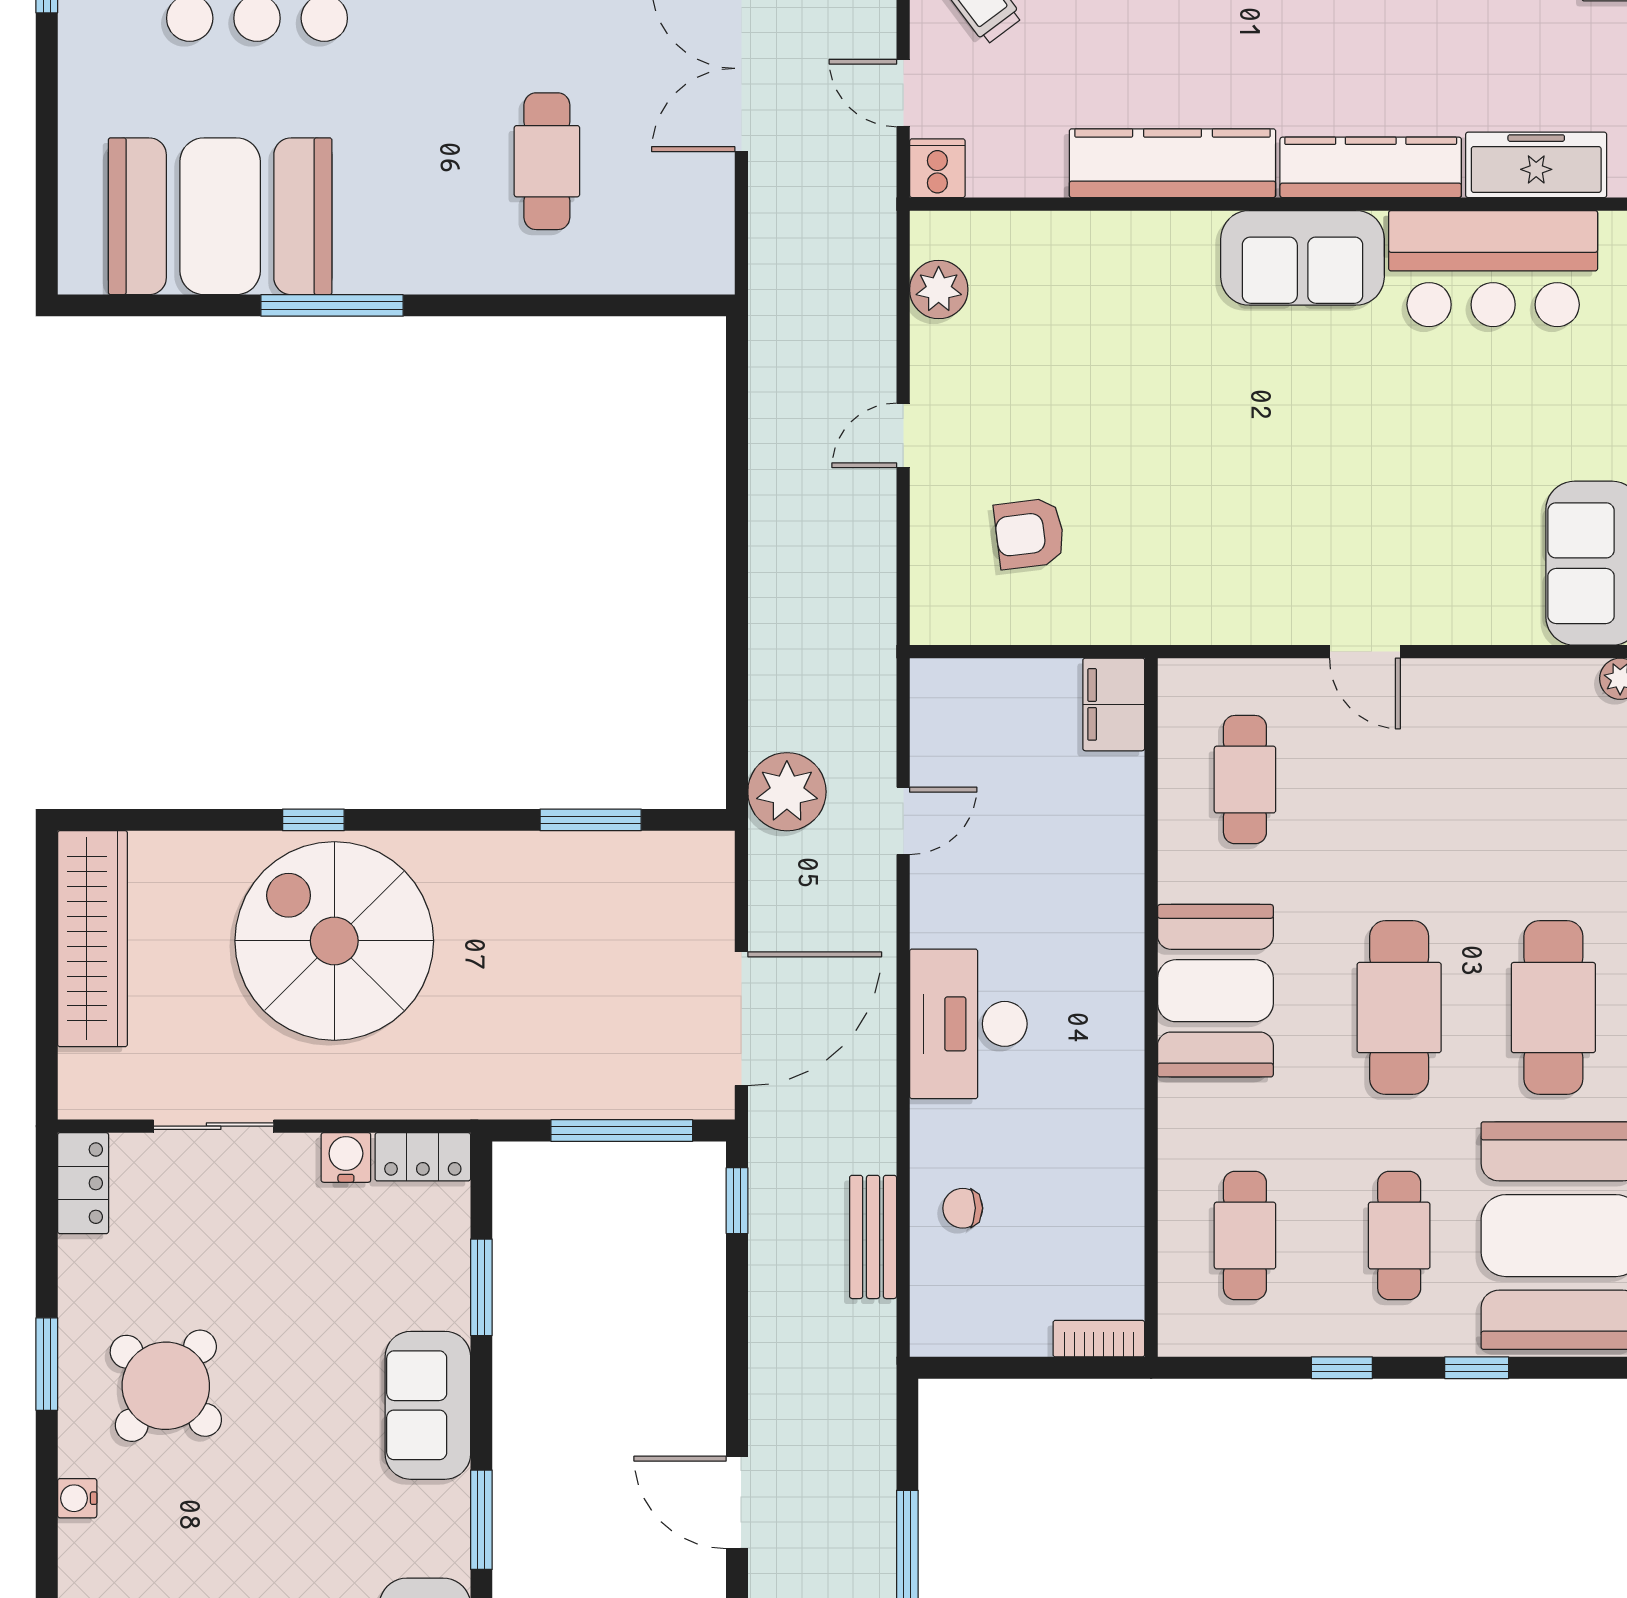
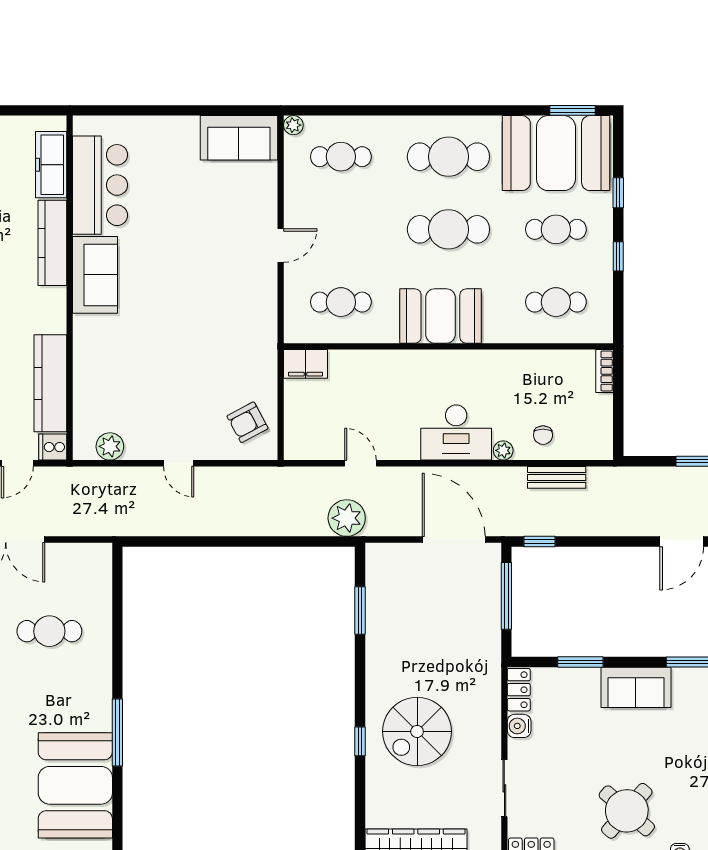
kitchen counter: (1172, 163) -> (50, 383), moved
armchair: (1030, 534) -> (247, 422), moved, turned 69
cafe table: (1553, 780) -> (341, 157), added
spiral stairs: (334, 941) -> (417, 731), width x0.73, depth x0.73
plant: (930, 1124) -> (503, 450), added

